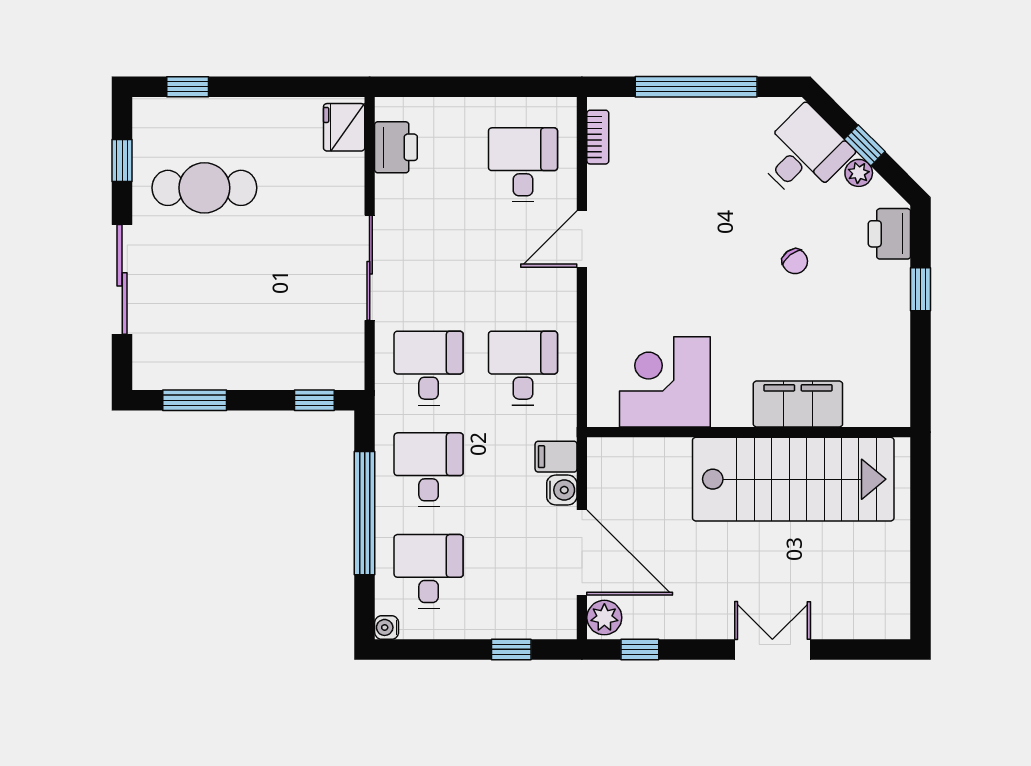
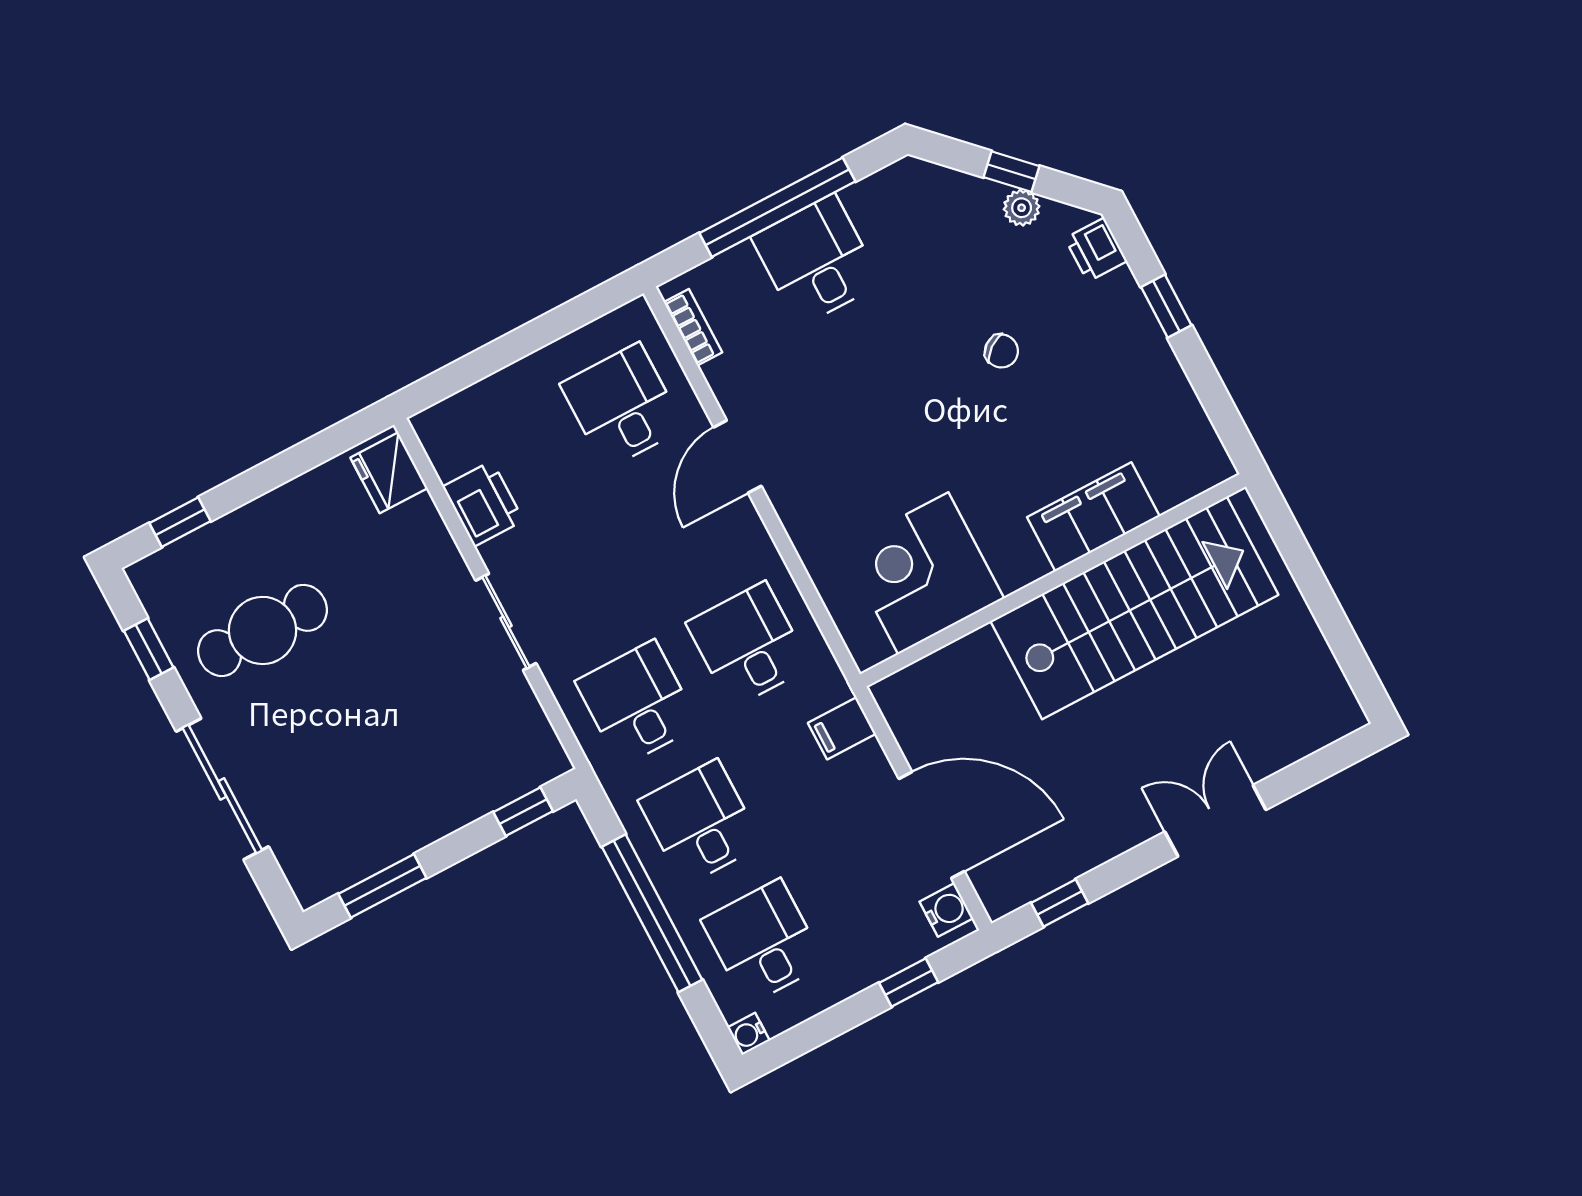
printer: (396, 147) -> (483, 504), moved
desk: (804, 154) -> (816, 260), moved, turned -45
printer: (889, 234) -> (1096, 250), width x0.73, depth x0.81
sliding door: (370, 268) -> (506, 622), width x0.73
water cooler: (562, 490) -> (946, 910), moved
plant: (604, 618) -> (998, 887), removed

